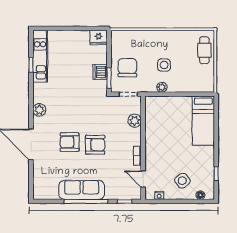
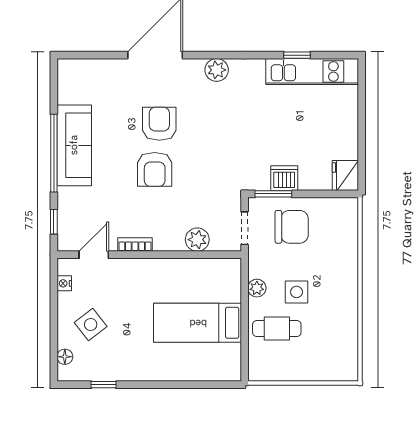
cafe table: (204, 50) -> (277, 329), moved
bed: (203, 121) -> (198, 323), moved

